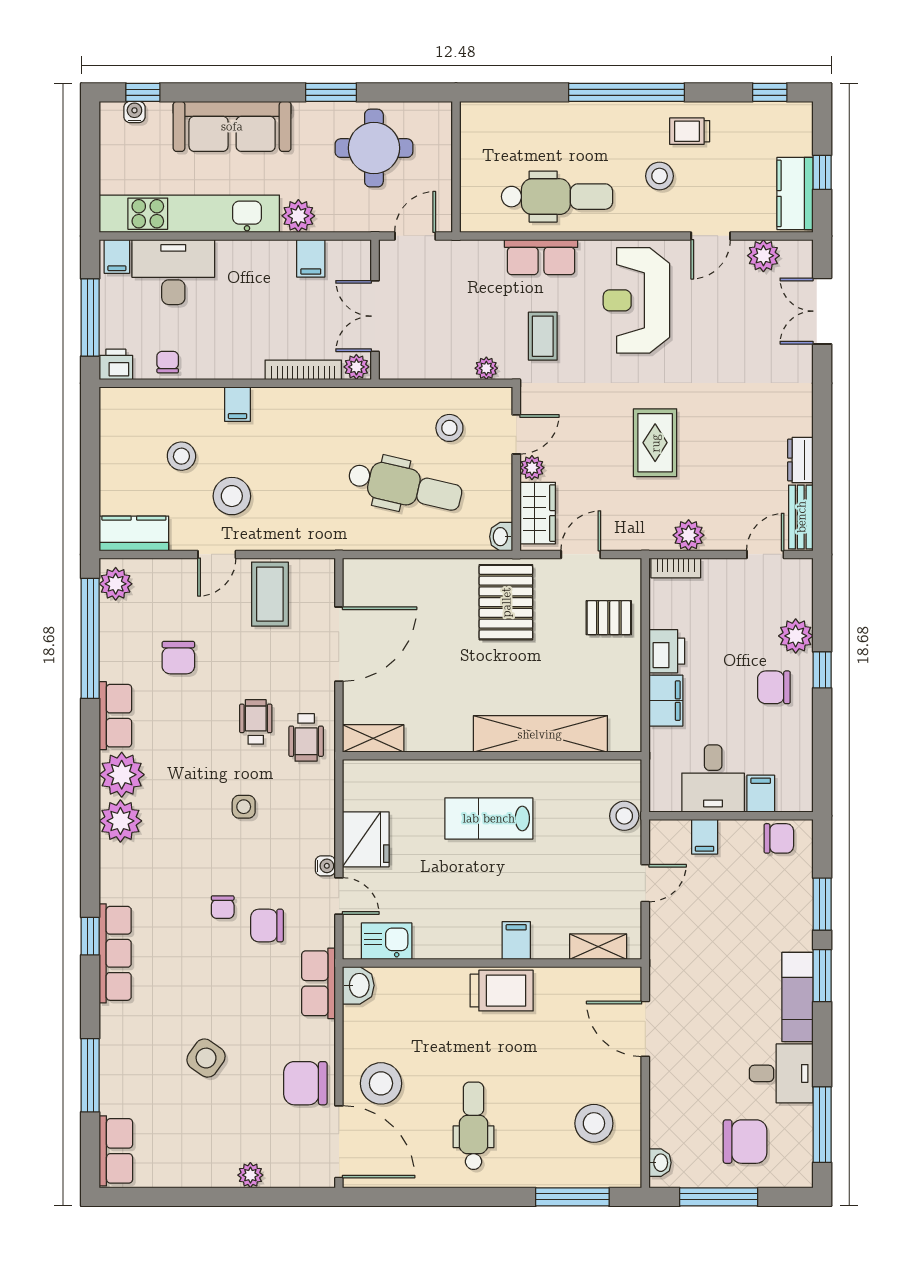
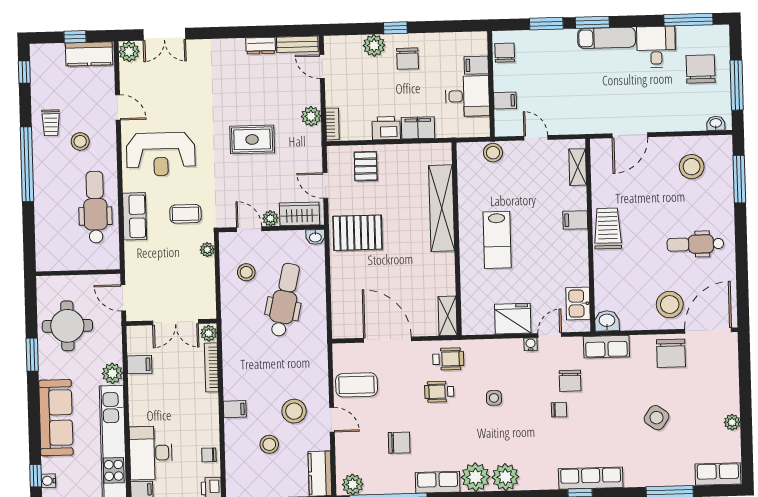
plant: (763, 256) -> (129, 52), moved
plant: (250, 1175) -> (732, 422), moved

